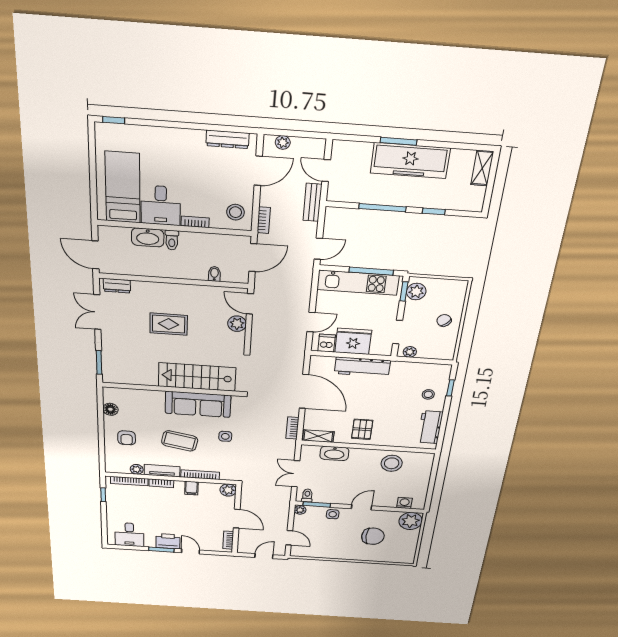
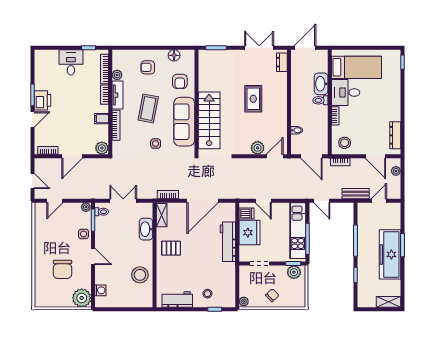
plant: (410, 352) -> (244, 302), moved
armchair: (145, 405) -> (180, 81), added
desk: (129, 535) -> (71, 62), moved, turned 90

